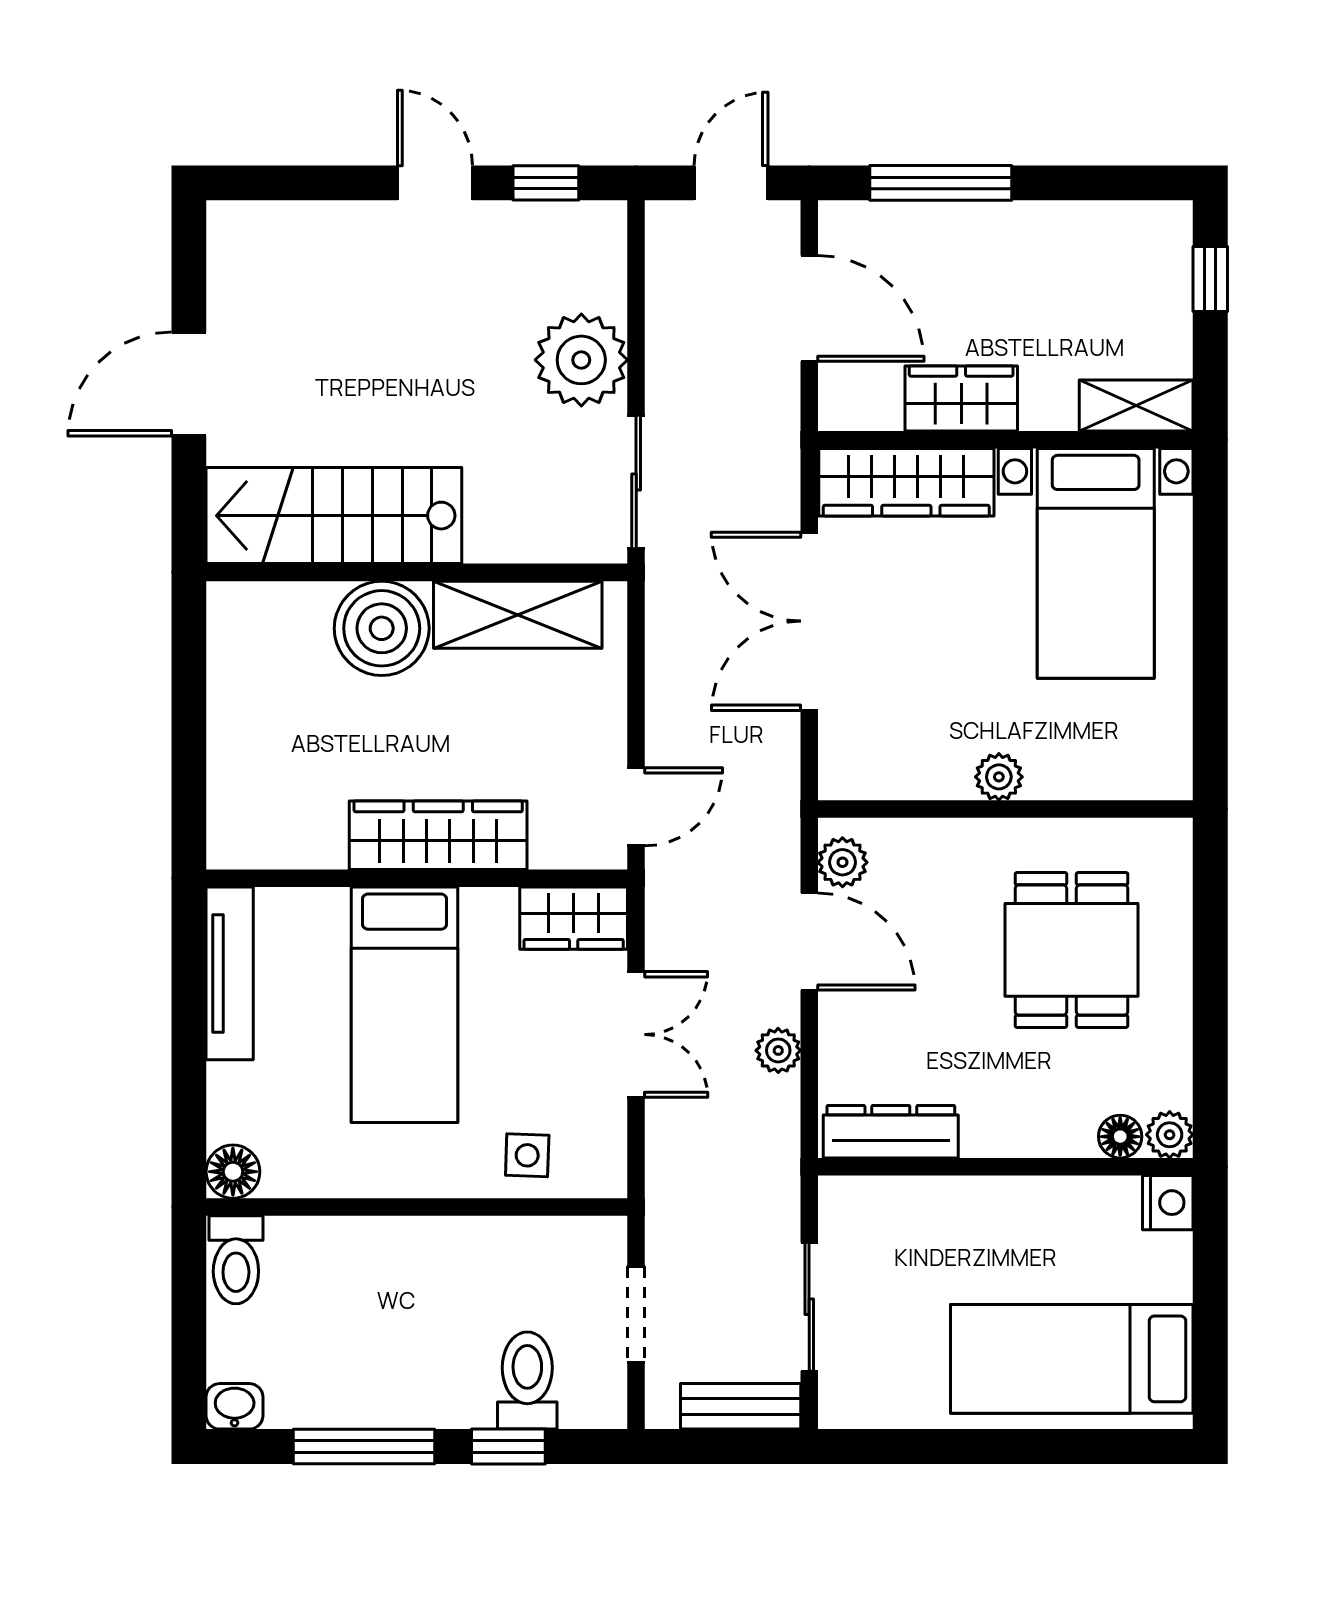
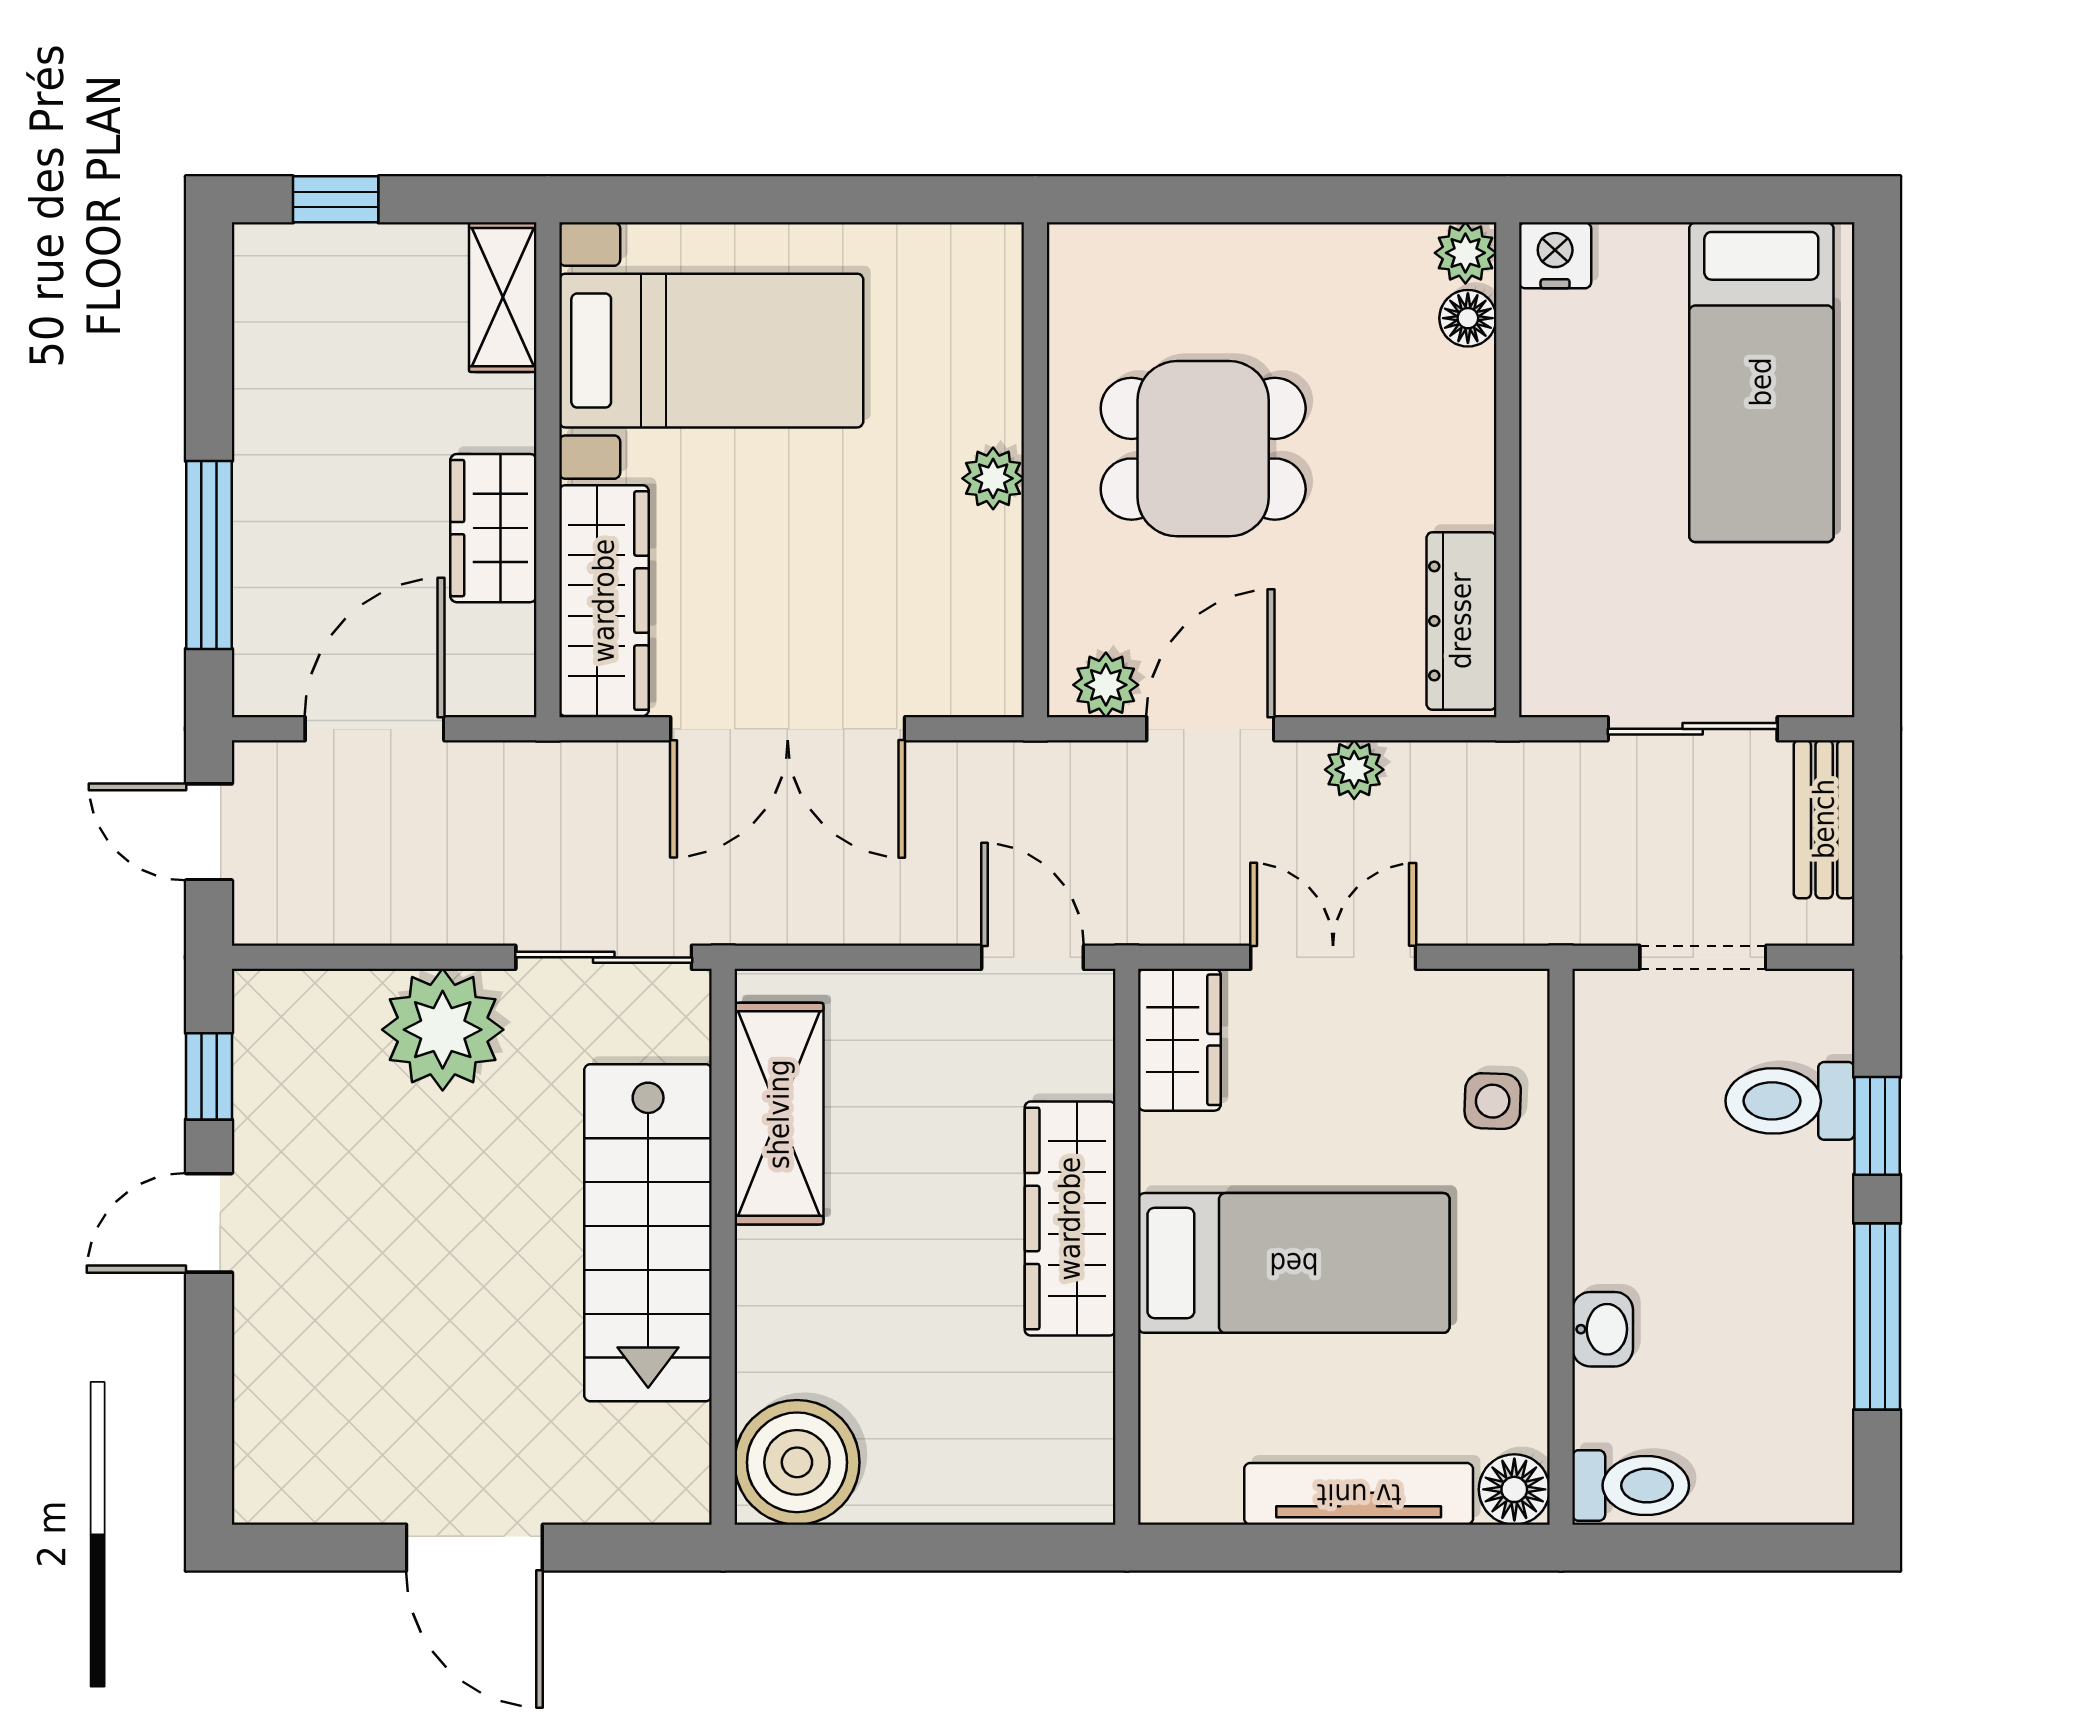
stairs: (334, 516) -> (648, 1233), moved
boiler: (382, 628) -> (797, 1462), moved
dining table: (1072, 950) -> (1203, 449), moved
tv unit: (230, 973) -> (1359, 1494), moved
washbasin: (235, 1406) -> (1603, 1329), moved, turned 180

